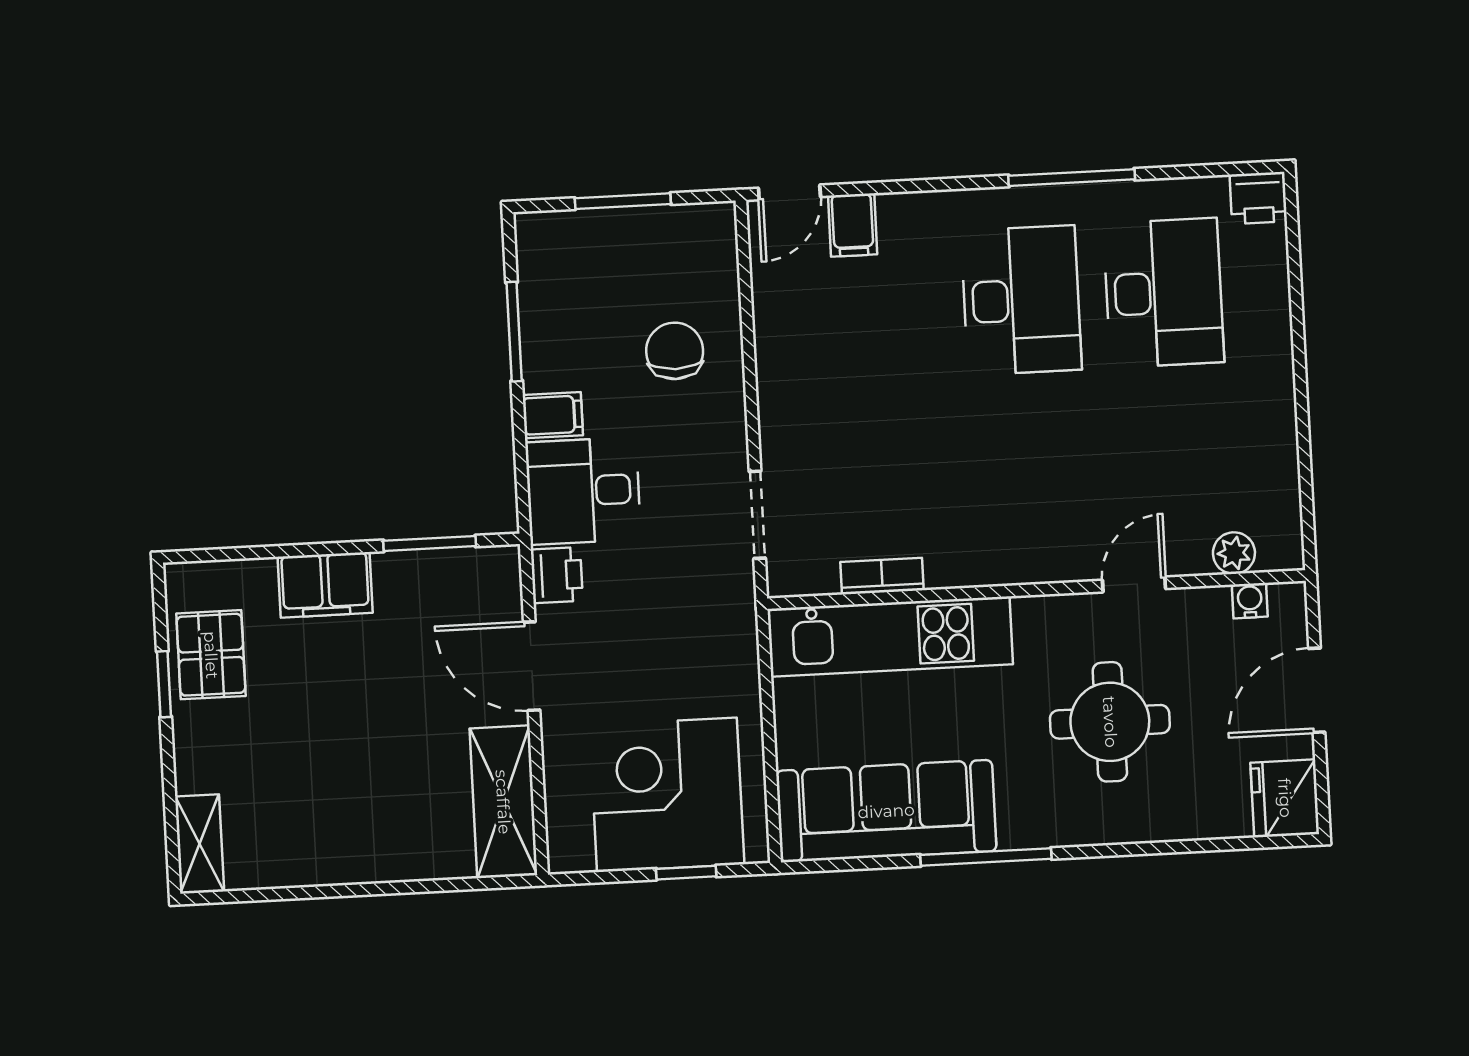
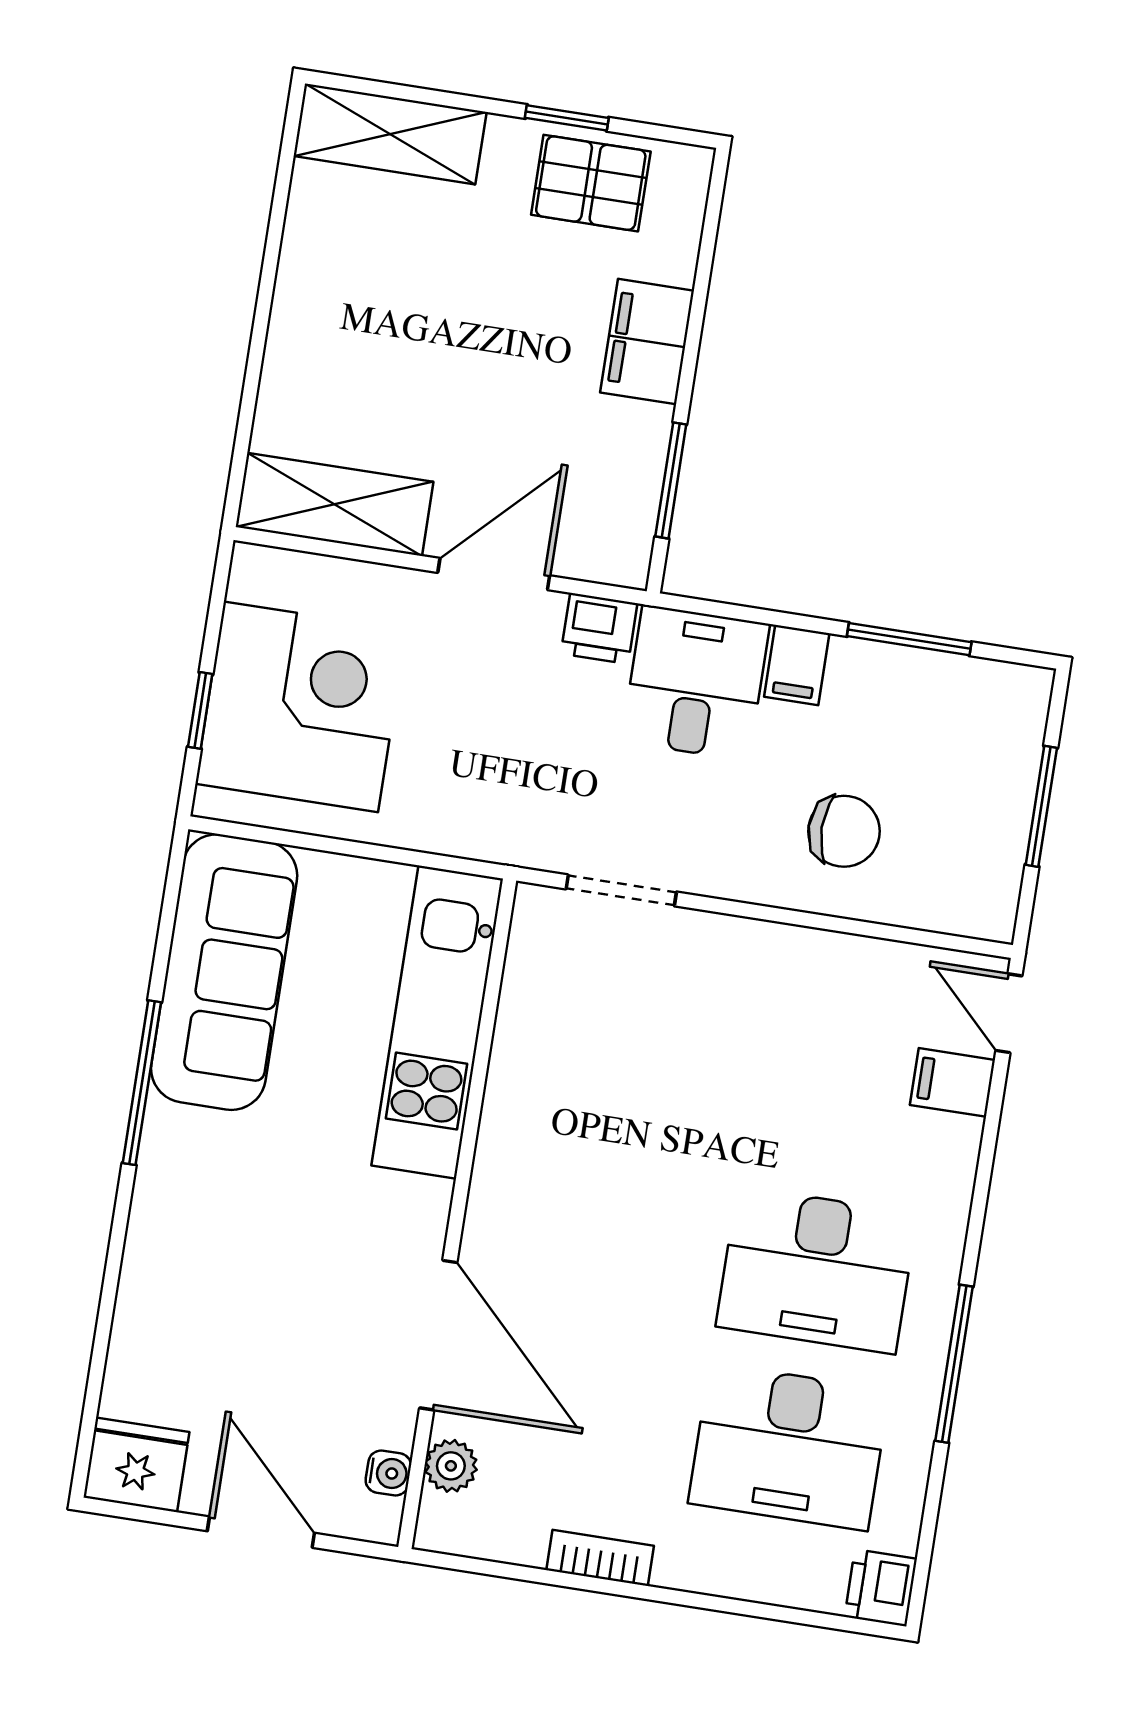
bookcase: (882, 576) -> (600, 1558), moved, turned -90
door: (1134, 584) -> (438, 1335), width x1.88
round table: (1110, 722) -> (276, 1270), removed
shelving: (200, 844) -> (390, 134), width x1.50, depth x1.33

